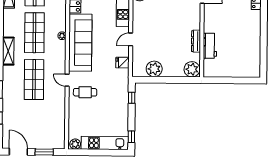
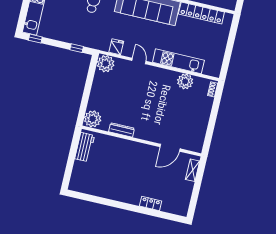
workbench: (210, 46) -> (85, 147), moved, turned -90
plant: (154, 69) -> (106, 64), moved

